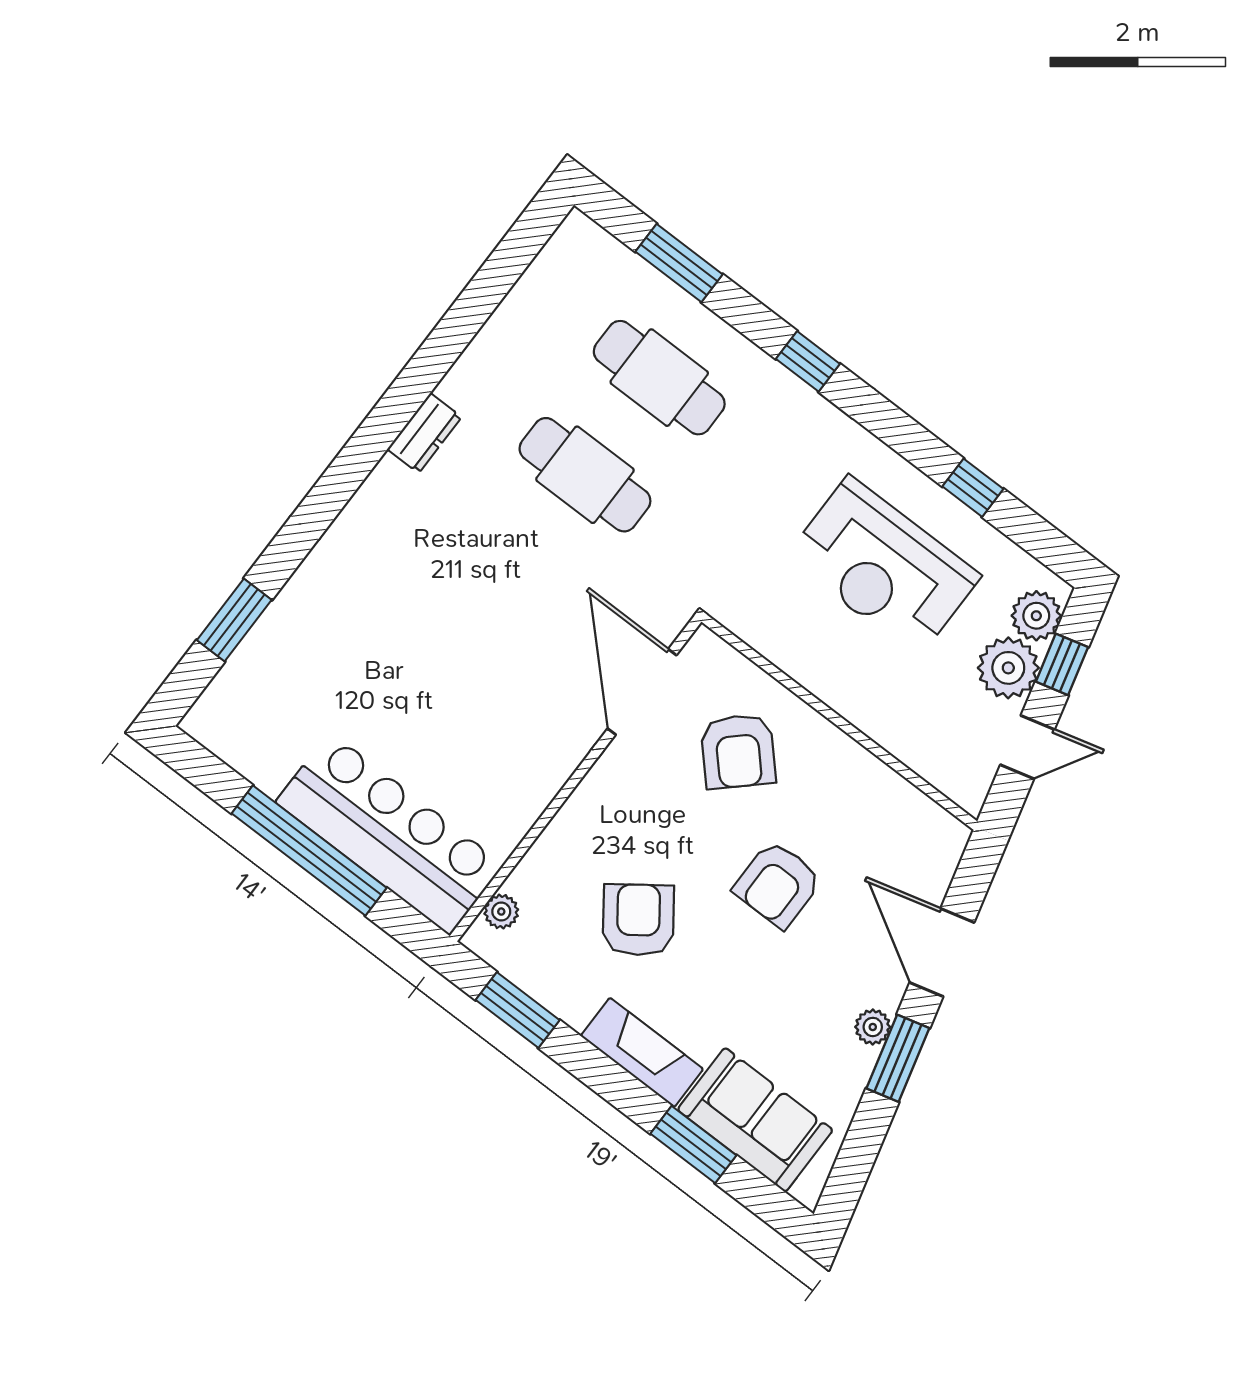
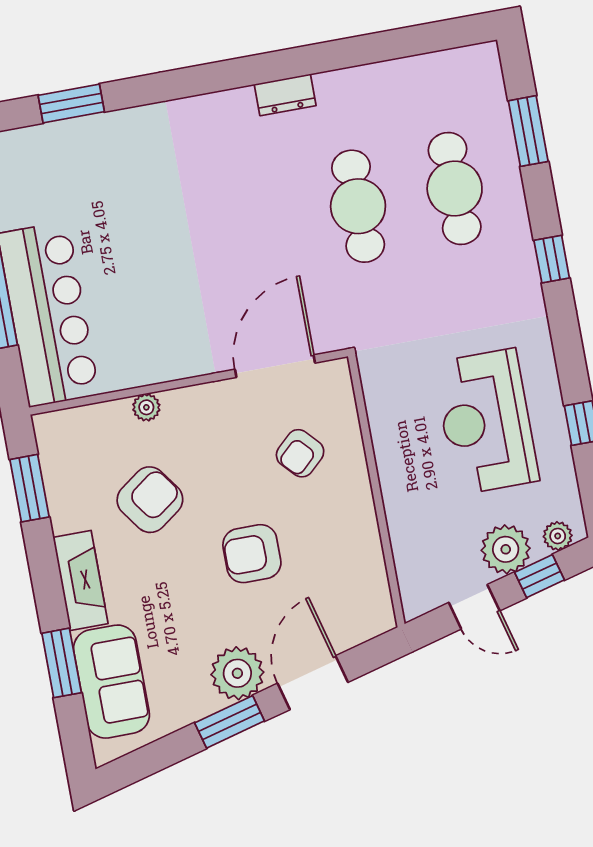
plant: (1036, 616) -> (558, 536), width x0.73, depth x0.73
armchair: (738, 751) -> (300, 453), width x0.72, depth x0.72
plant: (501, 912) -> (146, 407), moved
plant: (873, 1027) -> (237, 673), width x1.88, depth x1.88

